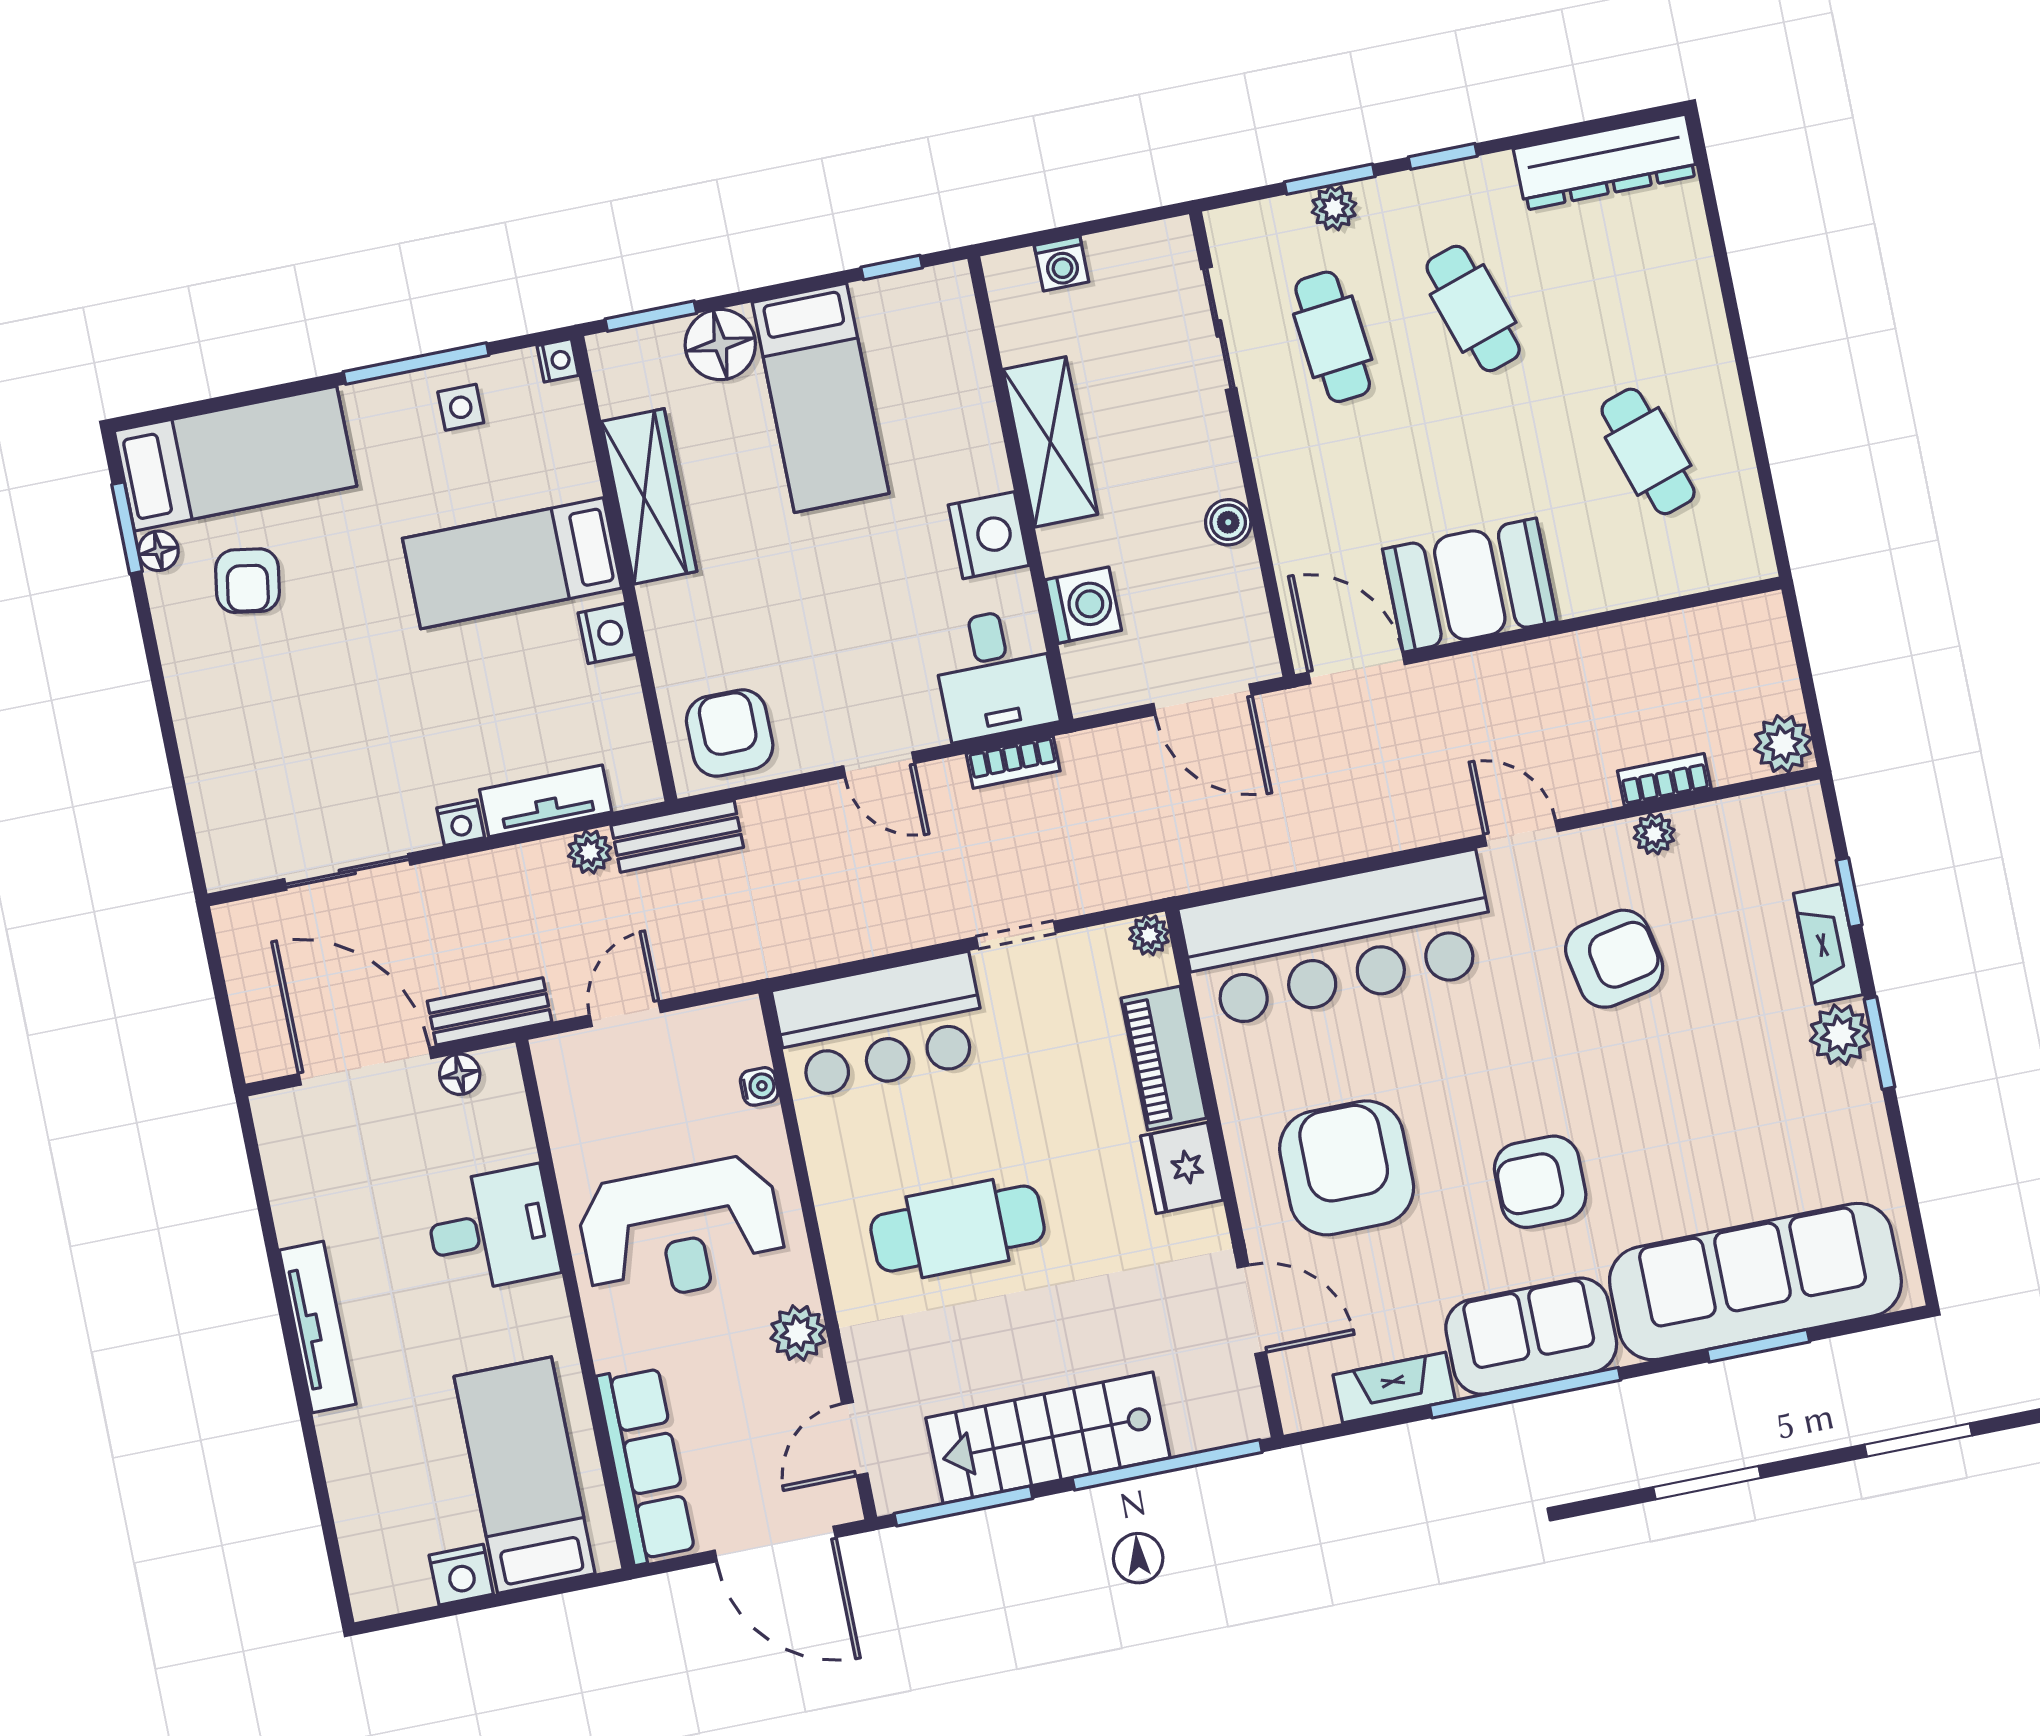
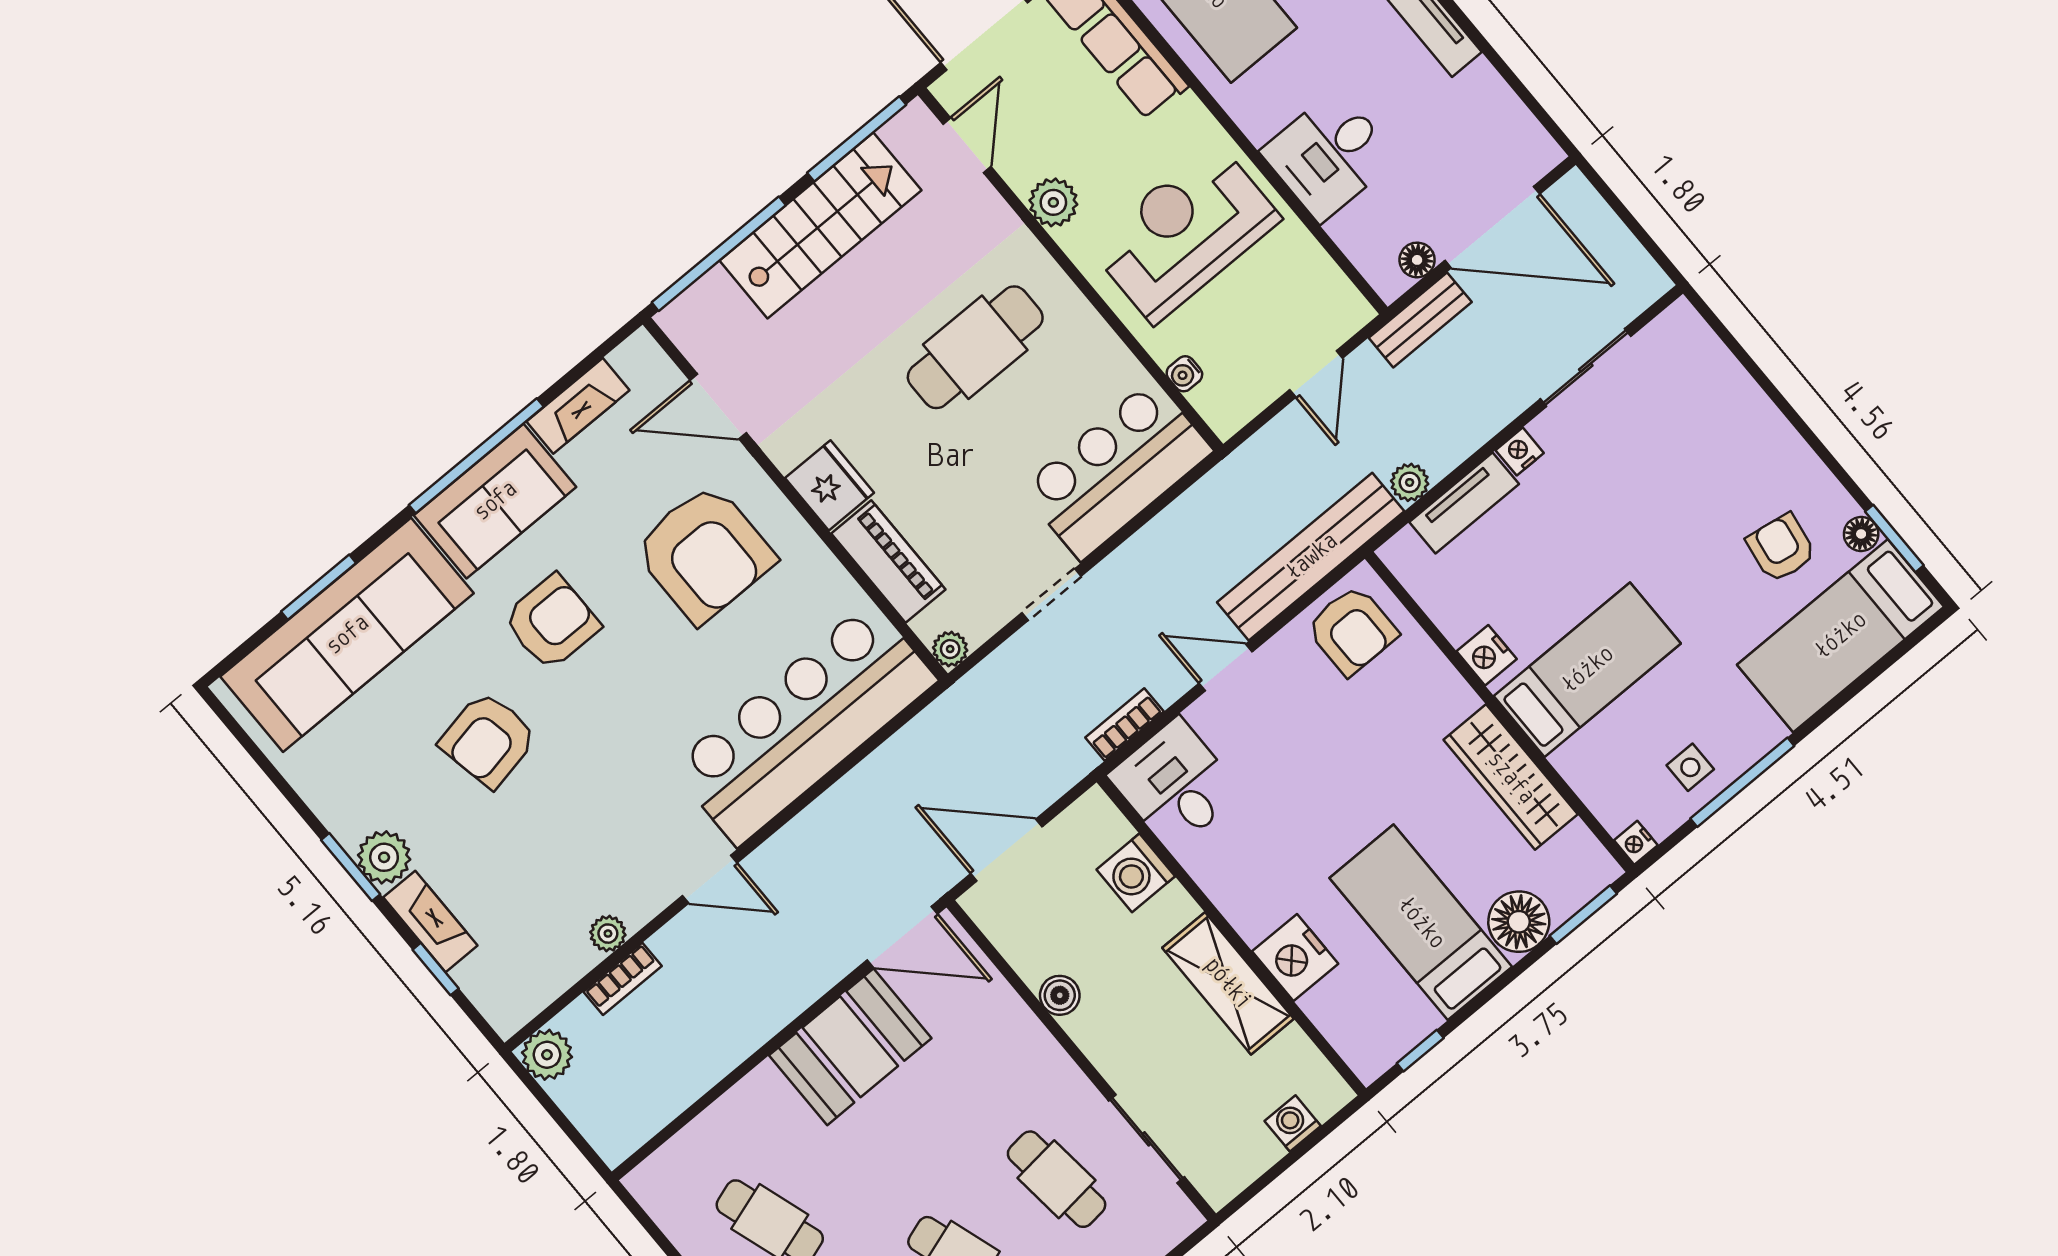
nightstand: (989, 535) -> (1295, 958), moved
bench: (677, 836) -> (1311, 557), width x1.86, depth x1.21
armchair: (1614, 959) -> (488, 740), moved

